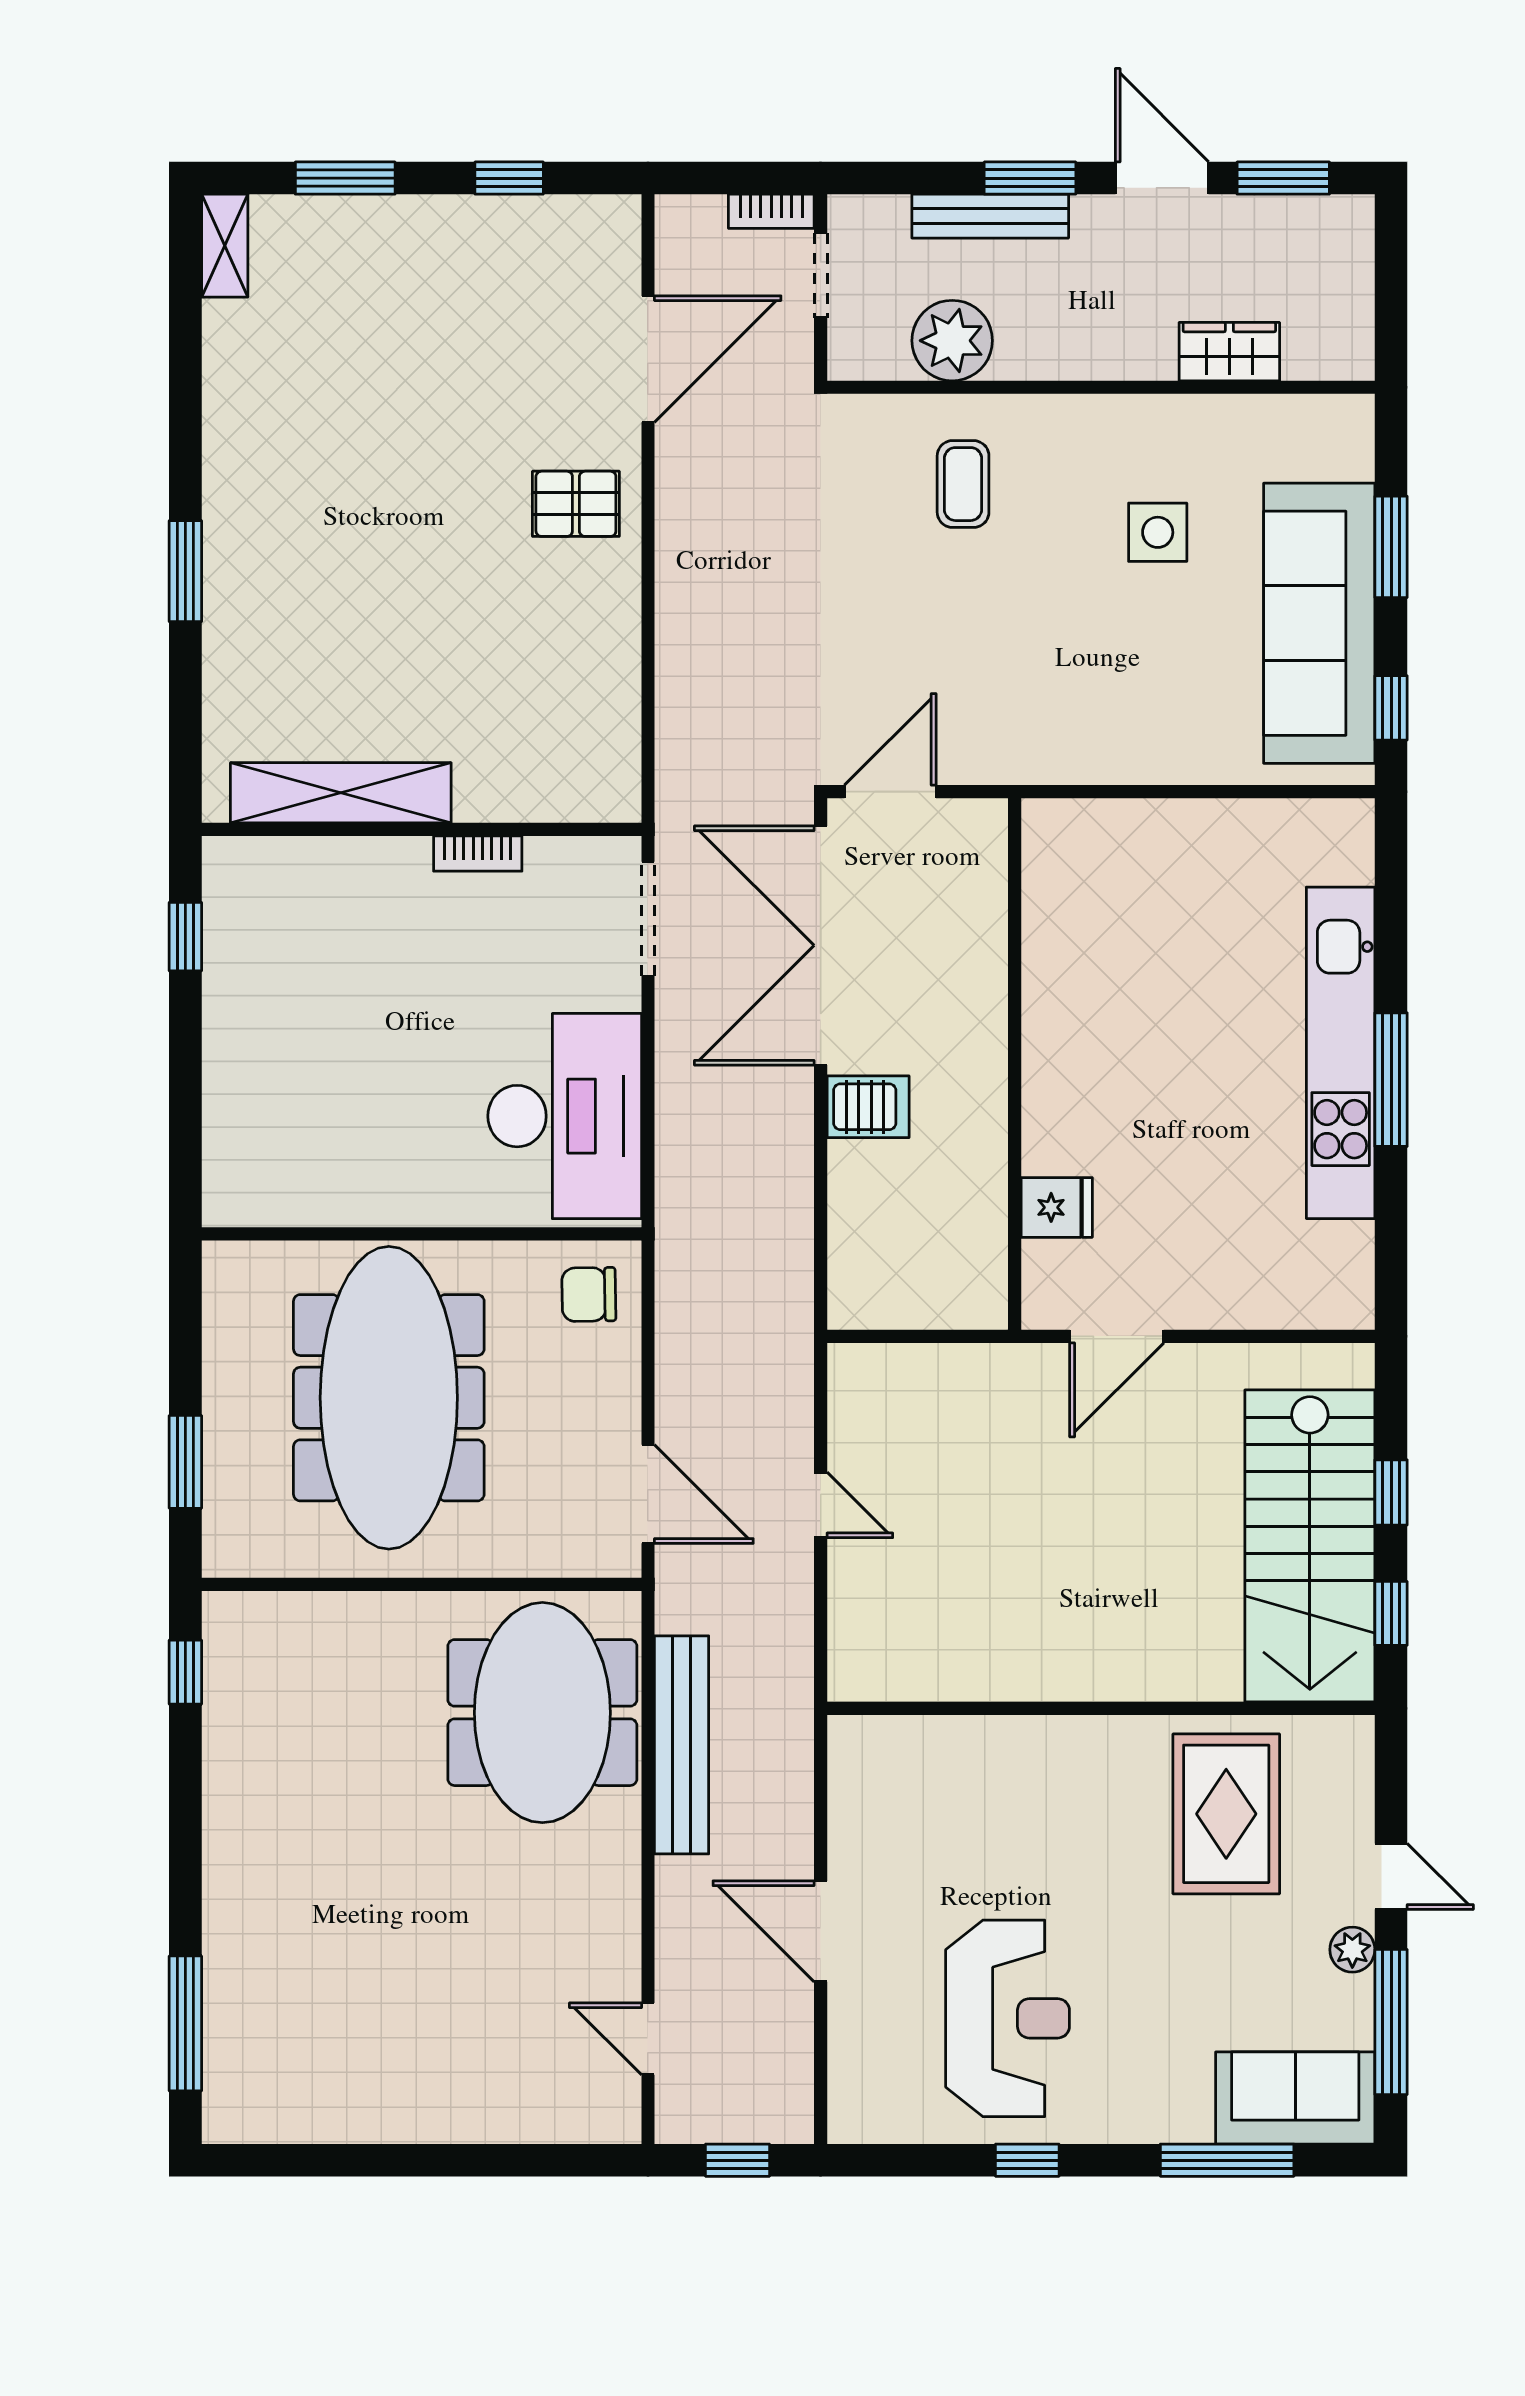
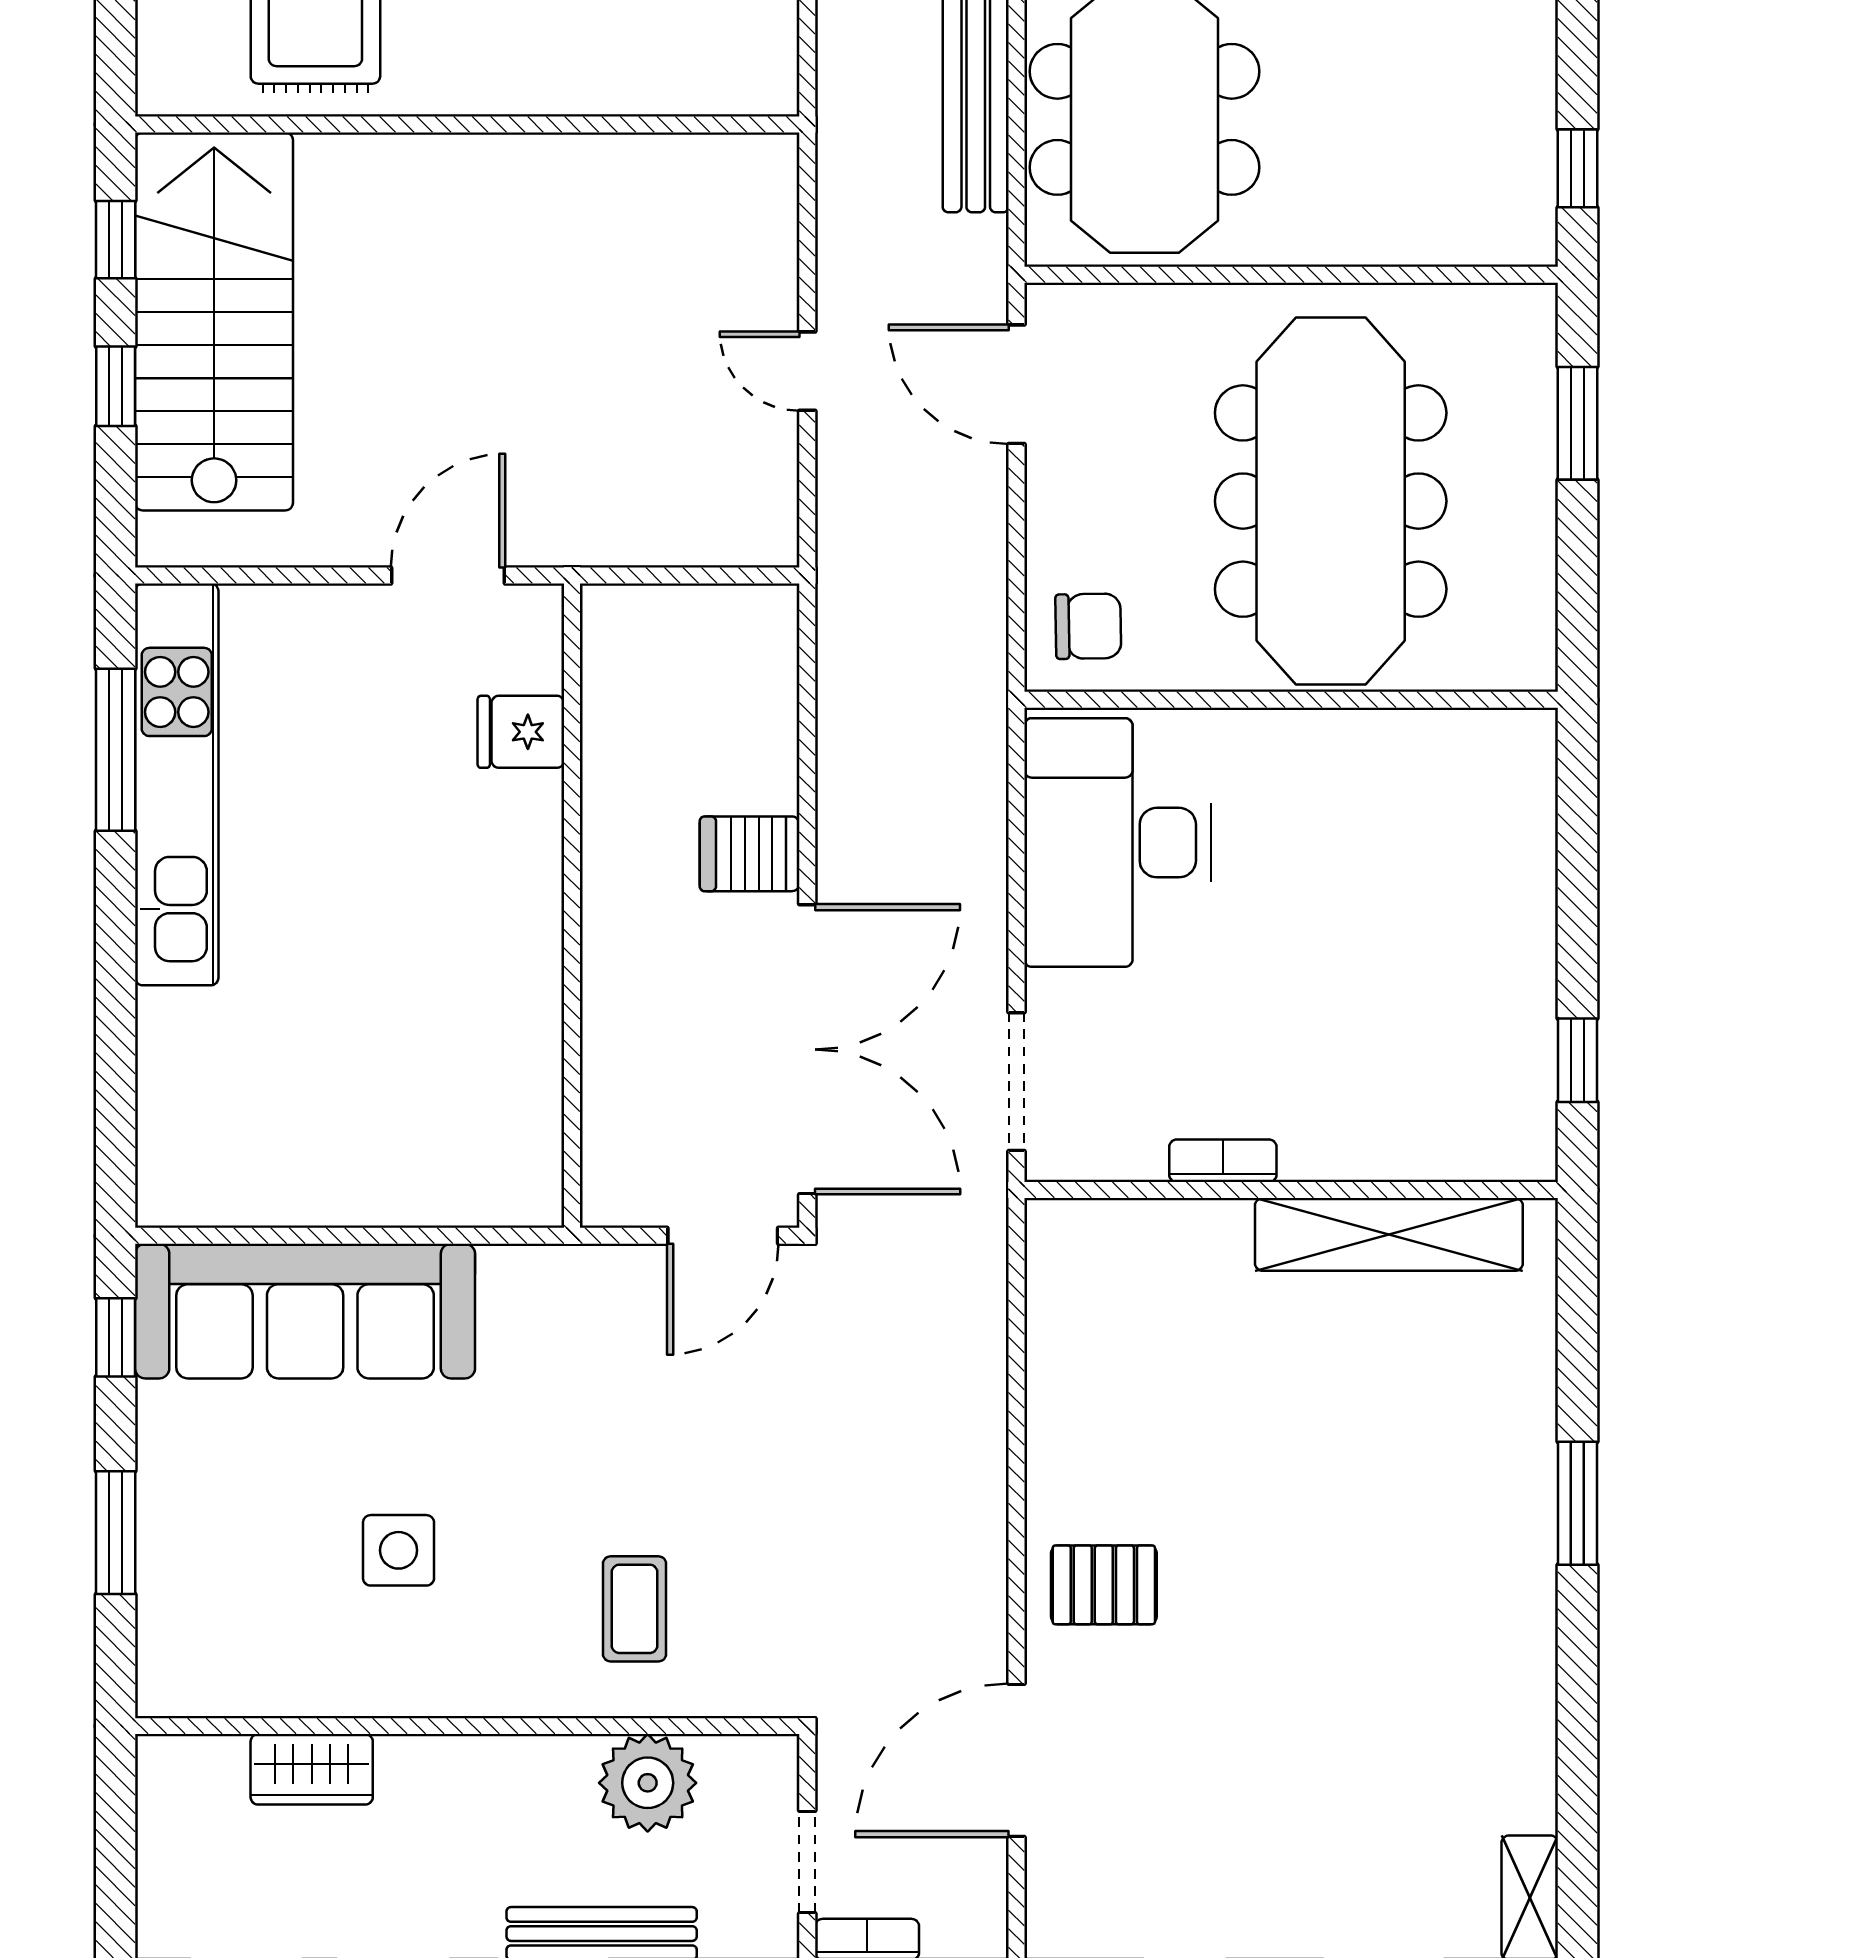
sofa: (1319, 623) -> (305, 1311), moved, turned 90
kitchen unit: (1341, 1053) -> (177, 784), moved
window: (1391, 1080) -> (116, 750), moved

